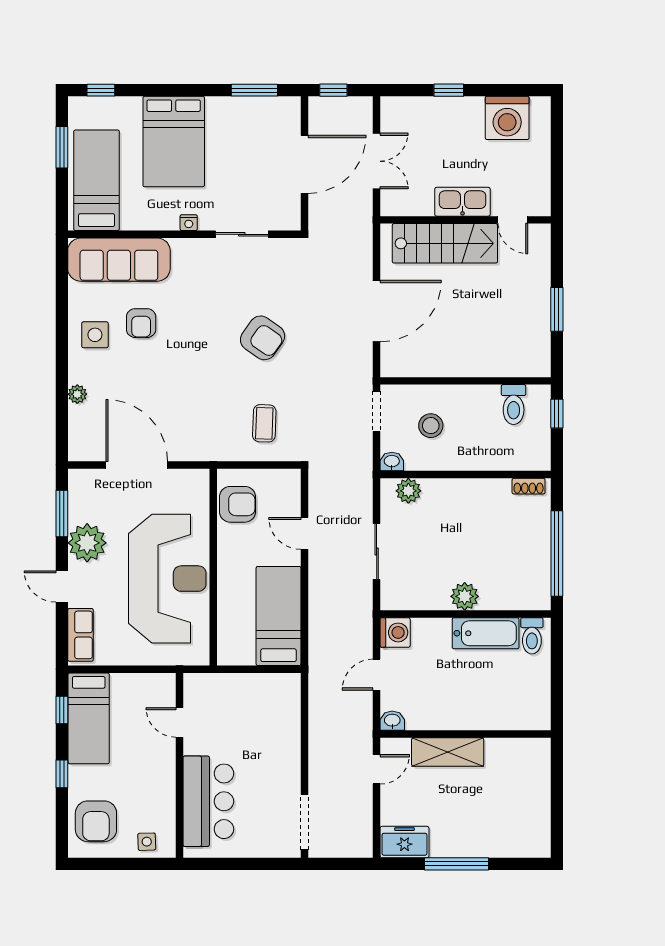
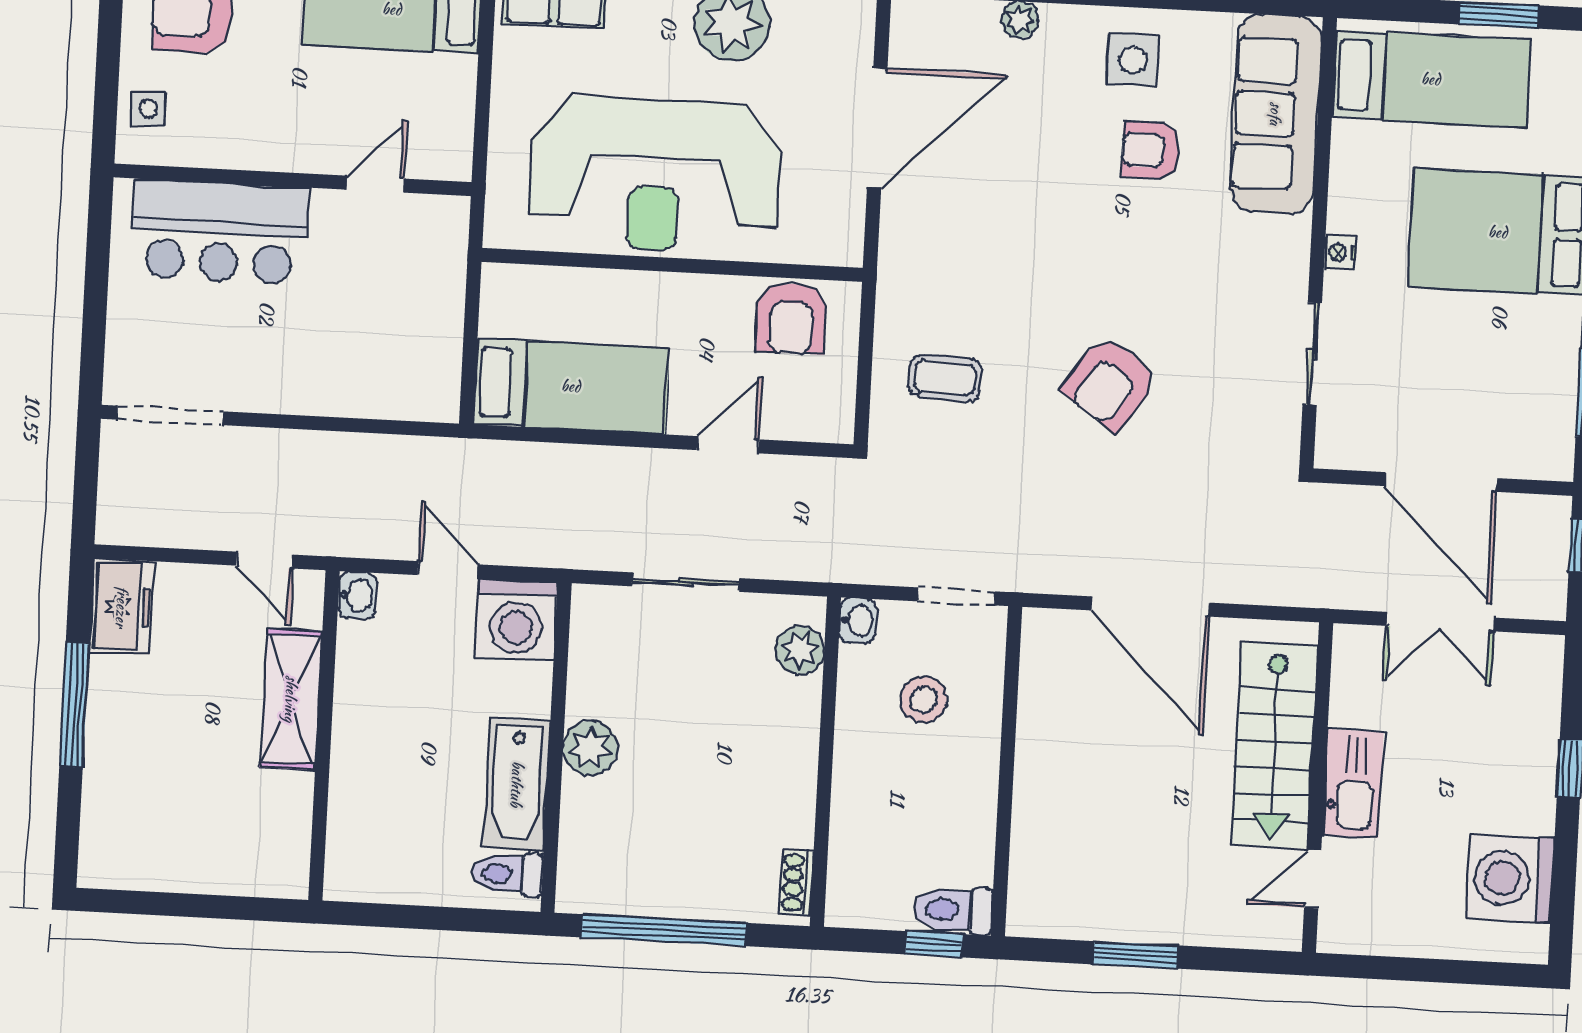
toilet: (514, 405) -> (953, 910), moved
washing machine: (395, 632) -> (516, 620), width x1.37, depth x1.37

